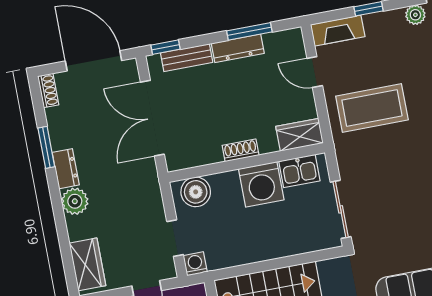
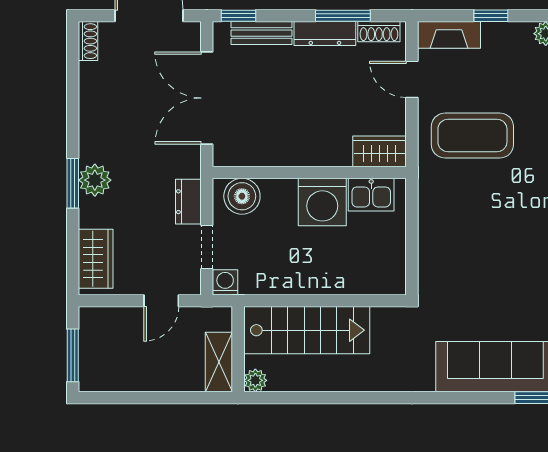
window: (46, 147) -> (73, 183), moved
shoe rack: (241, 150) -> (379, 32), moved, turned 180
dresser: (66, 169) -> (188, 202), moved, turned 180
sliding door: (341, 209) -> (412, 250), removed

